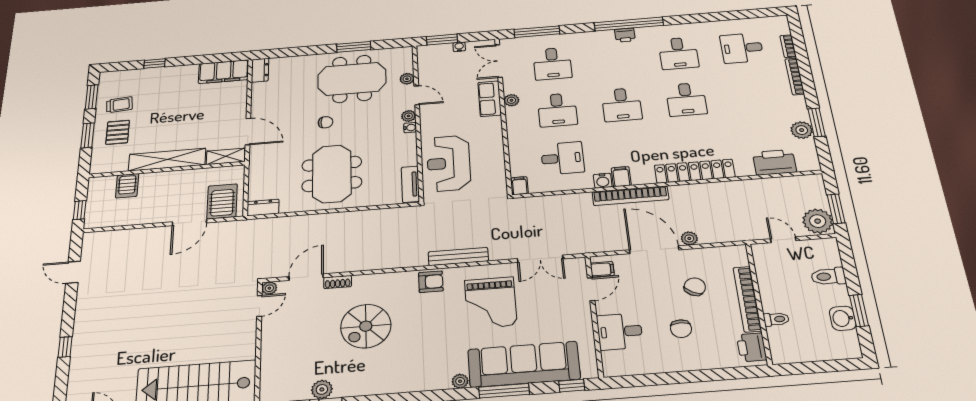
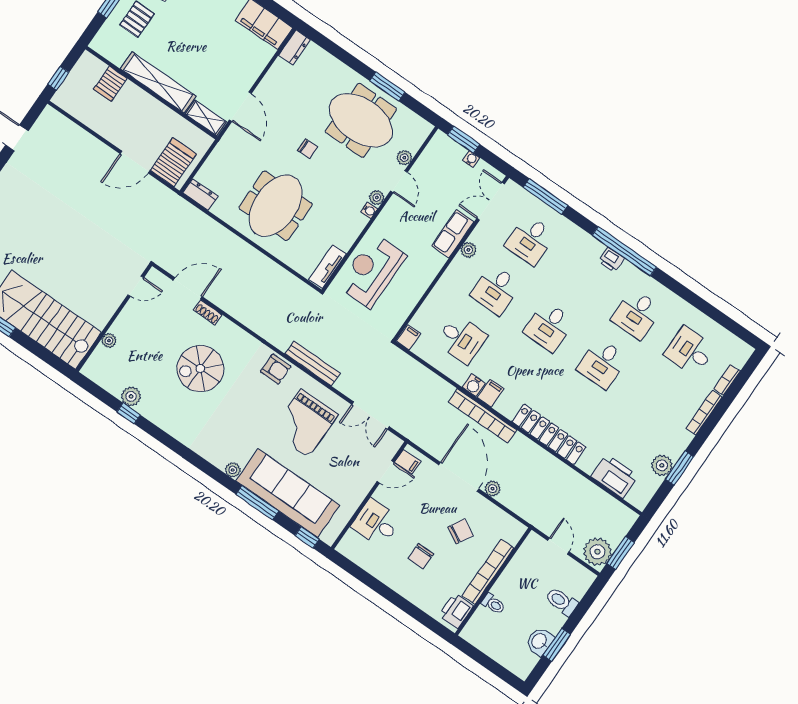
plant: (269, 288) -> (109, 341), moved

